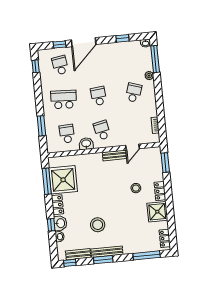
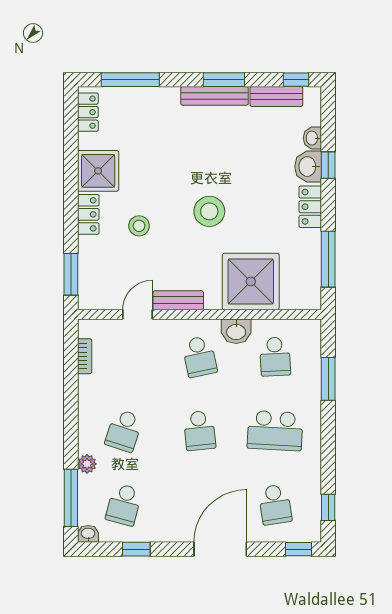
window: (59, 44) -> (298, 549), moved
school desk: (130, 58) -> (124, 505), added
shower: (63, 180) -> (251, 282), moved
stool: (98, 225) -> (209, 211), moved

